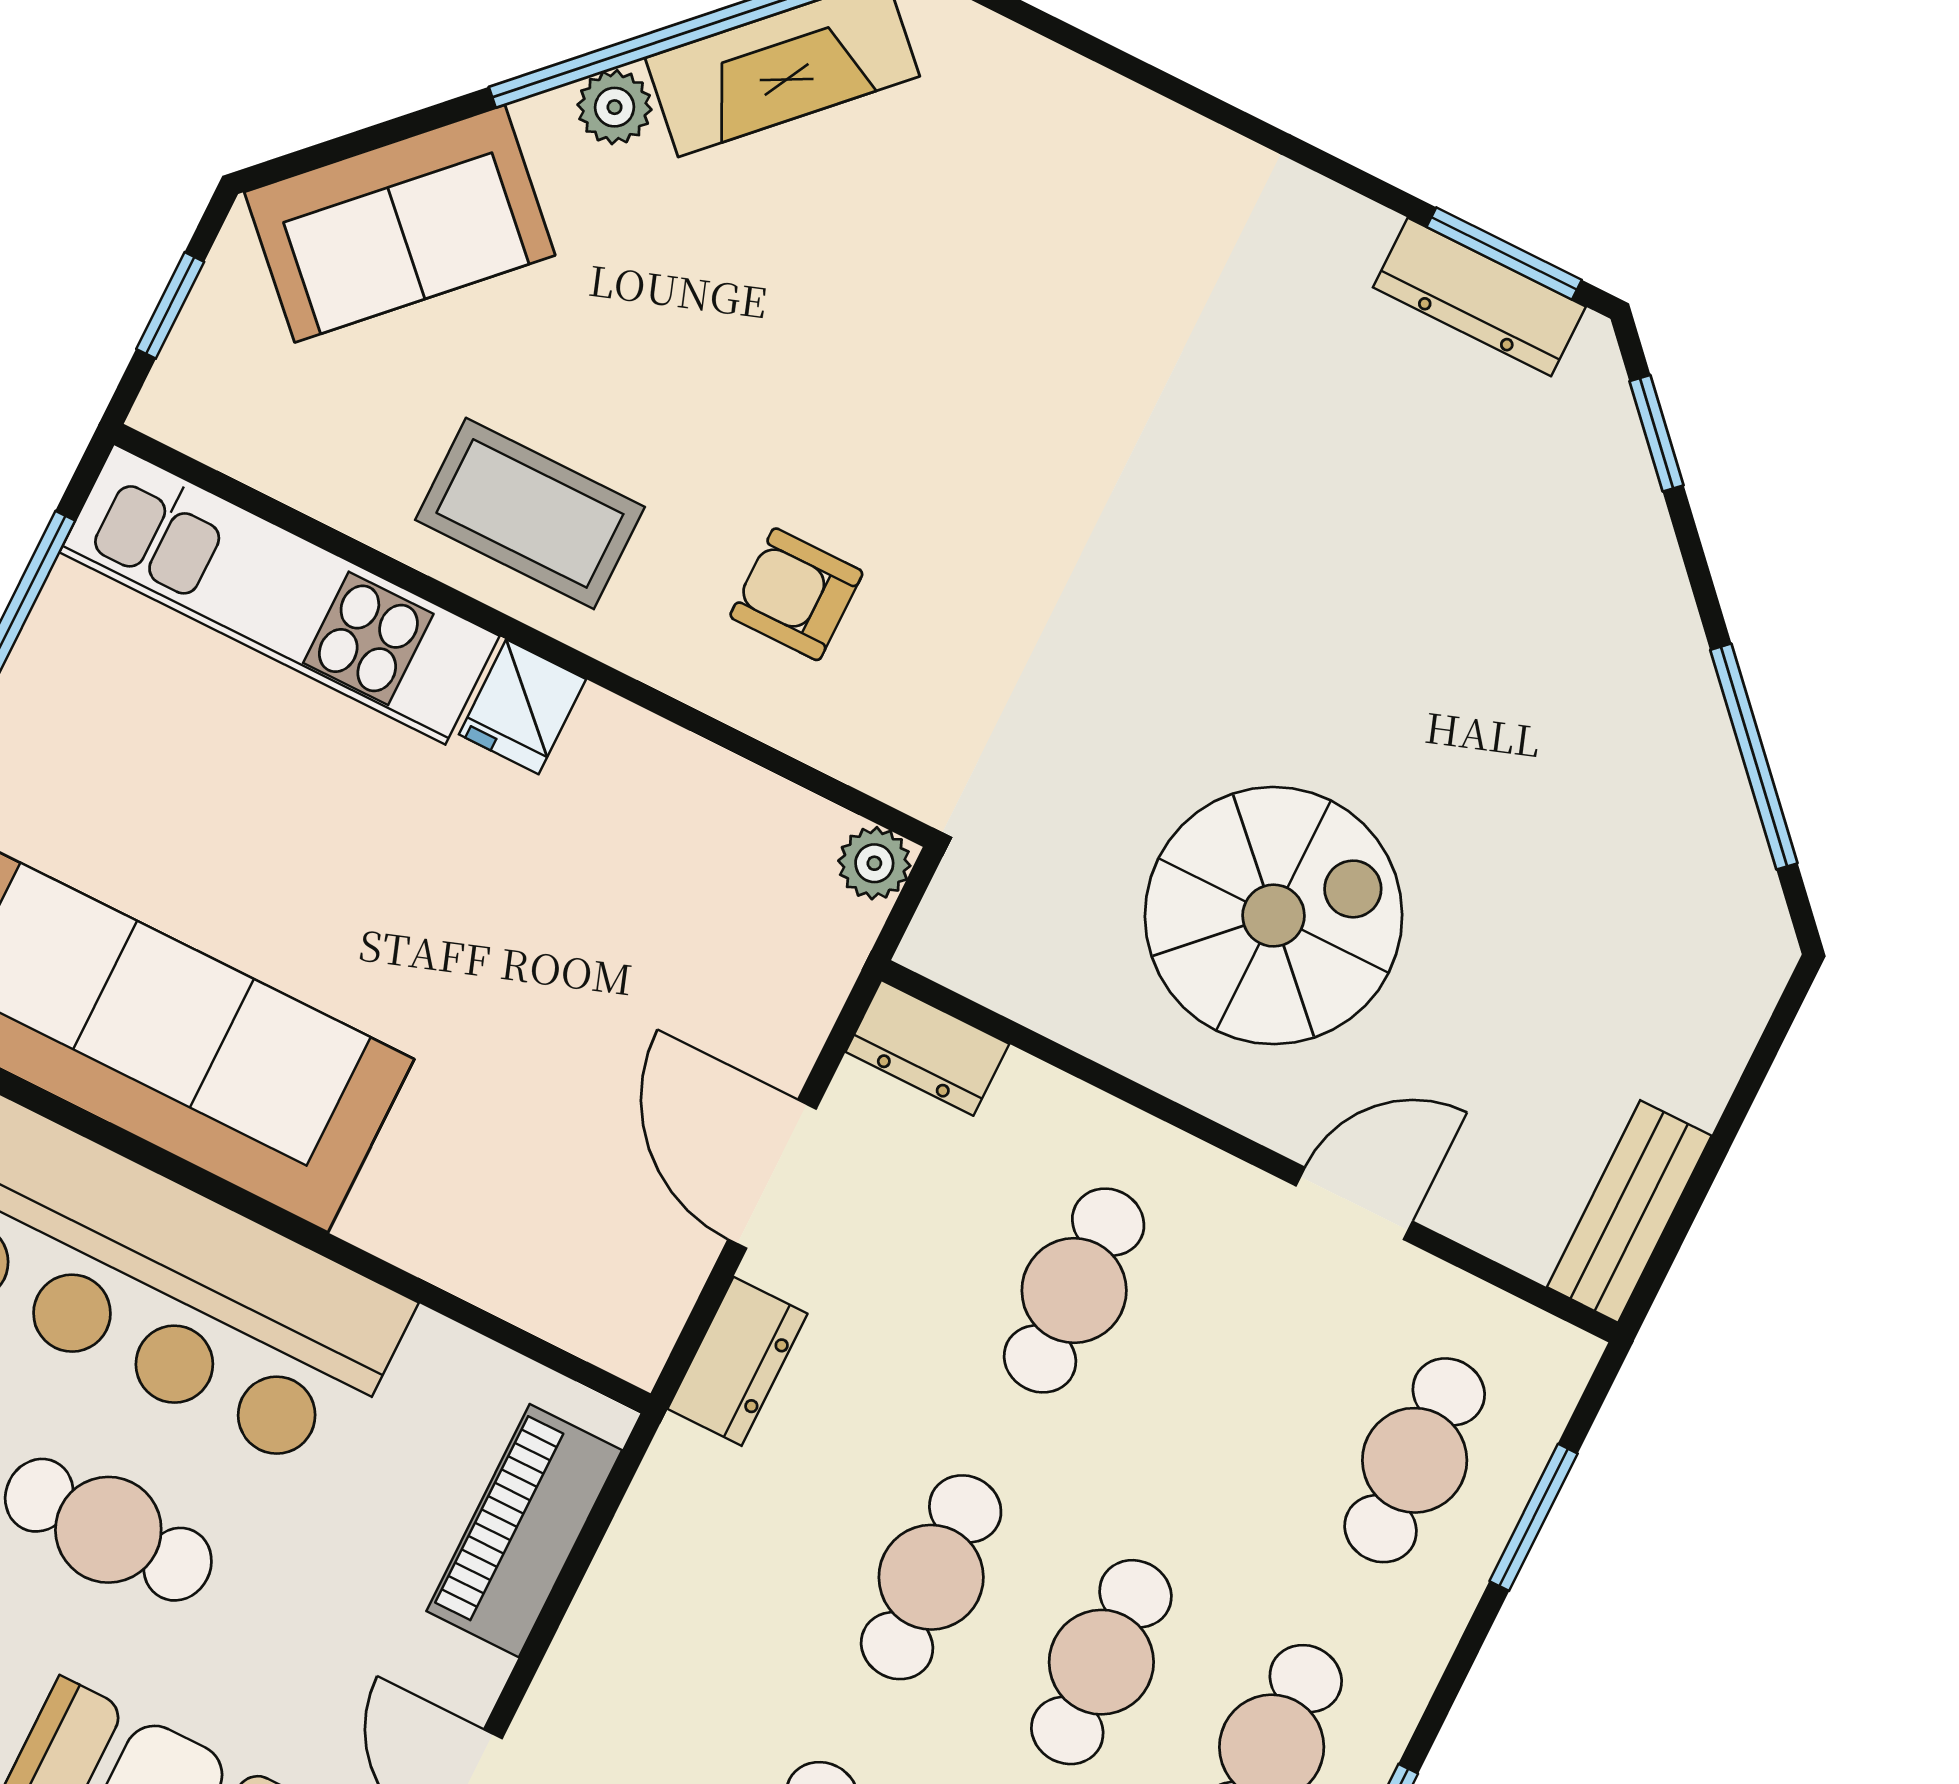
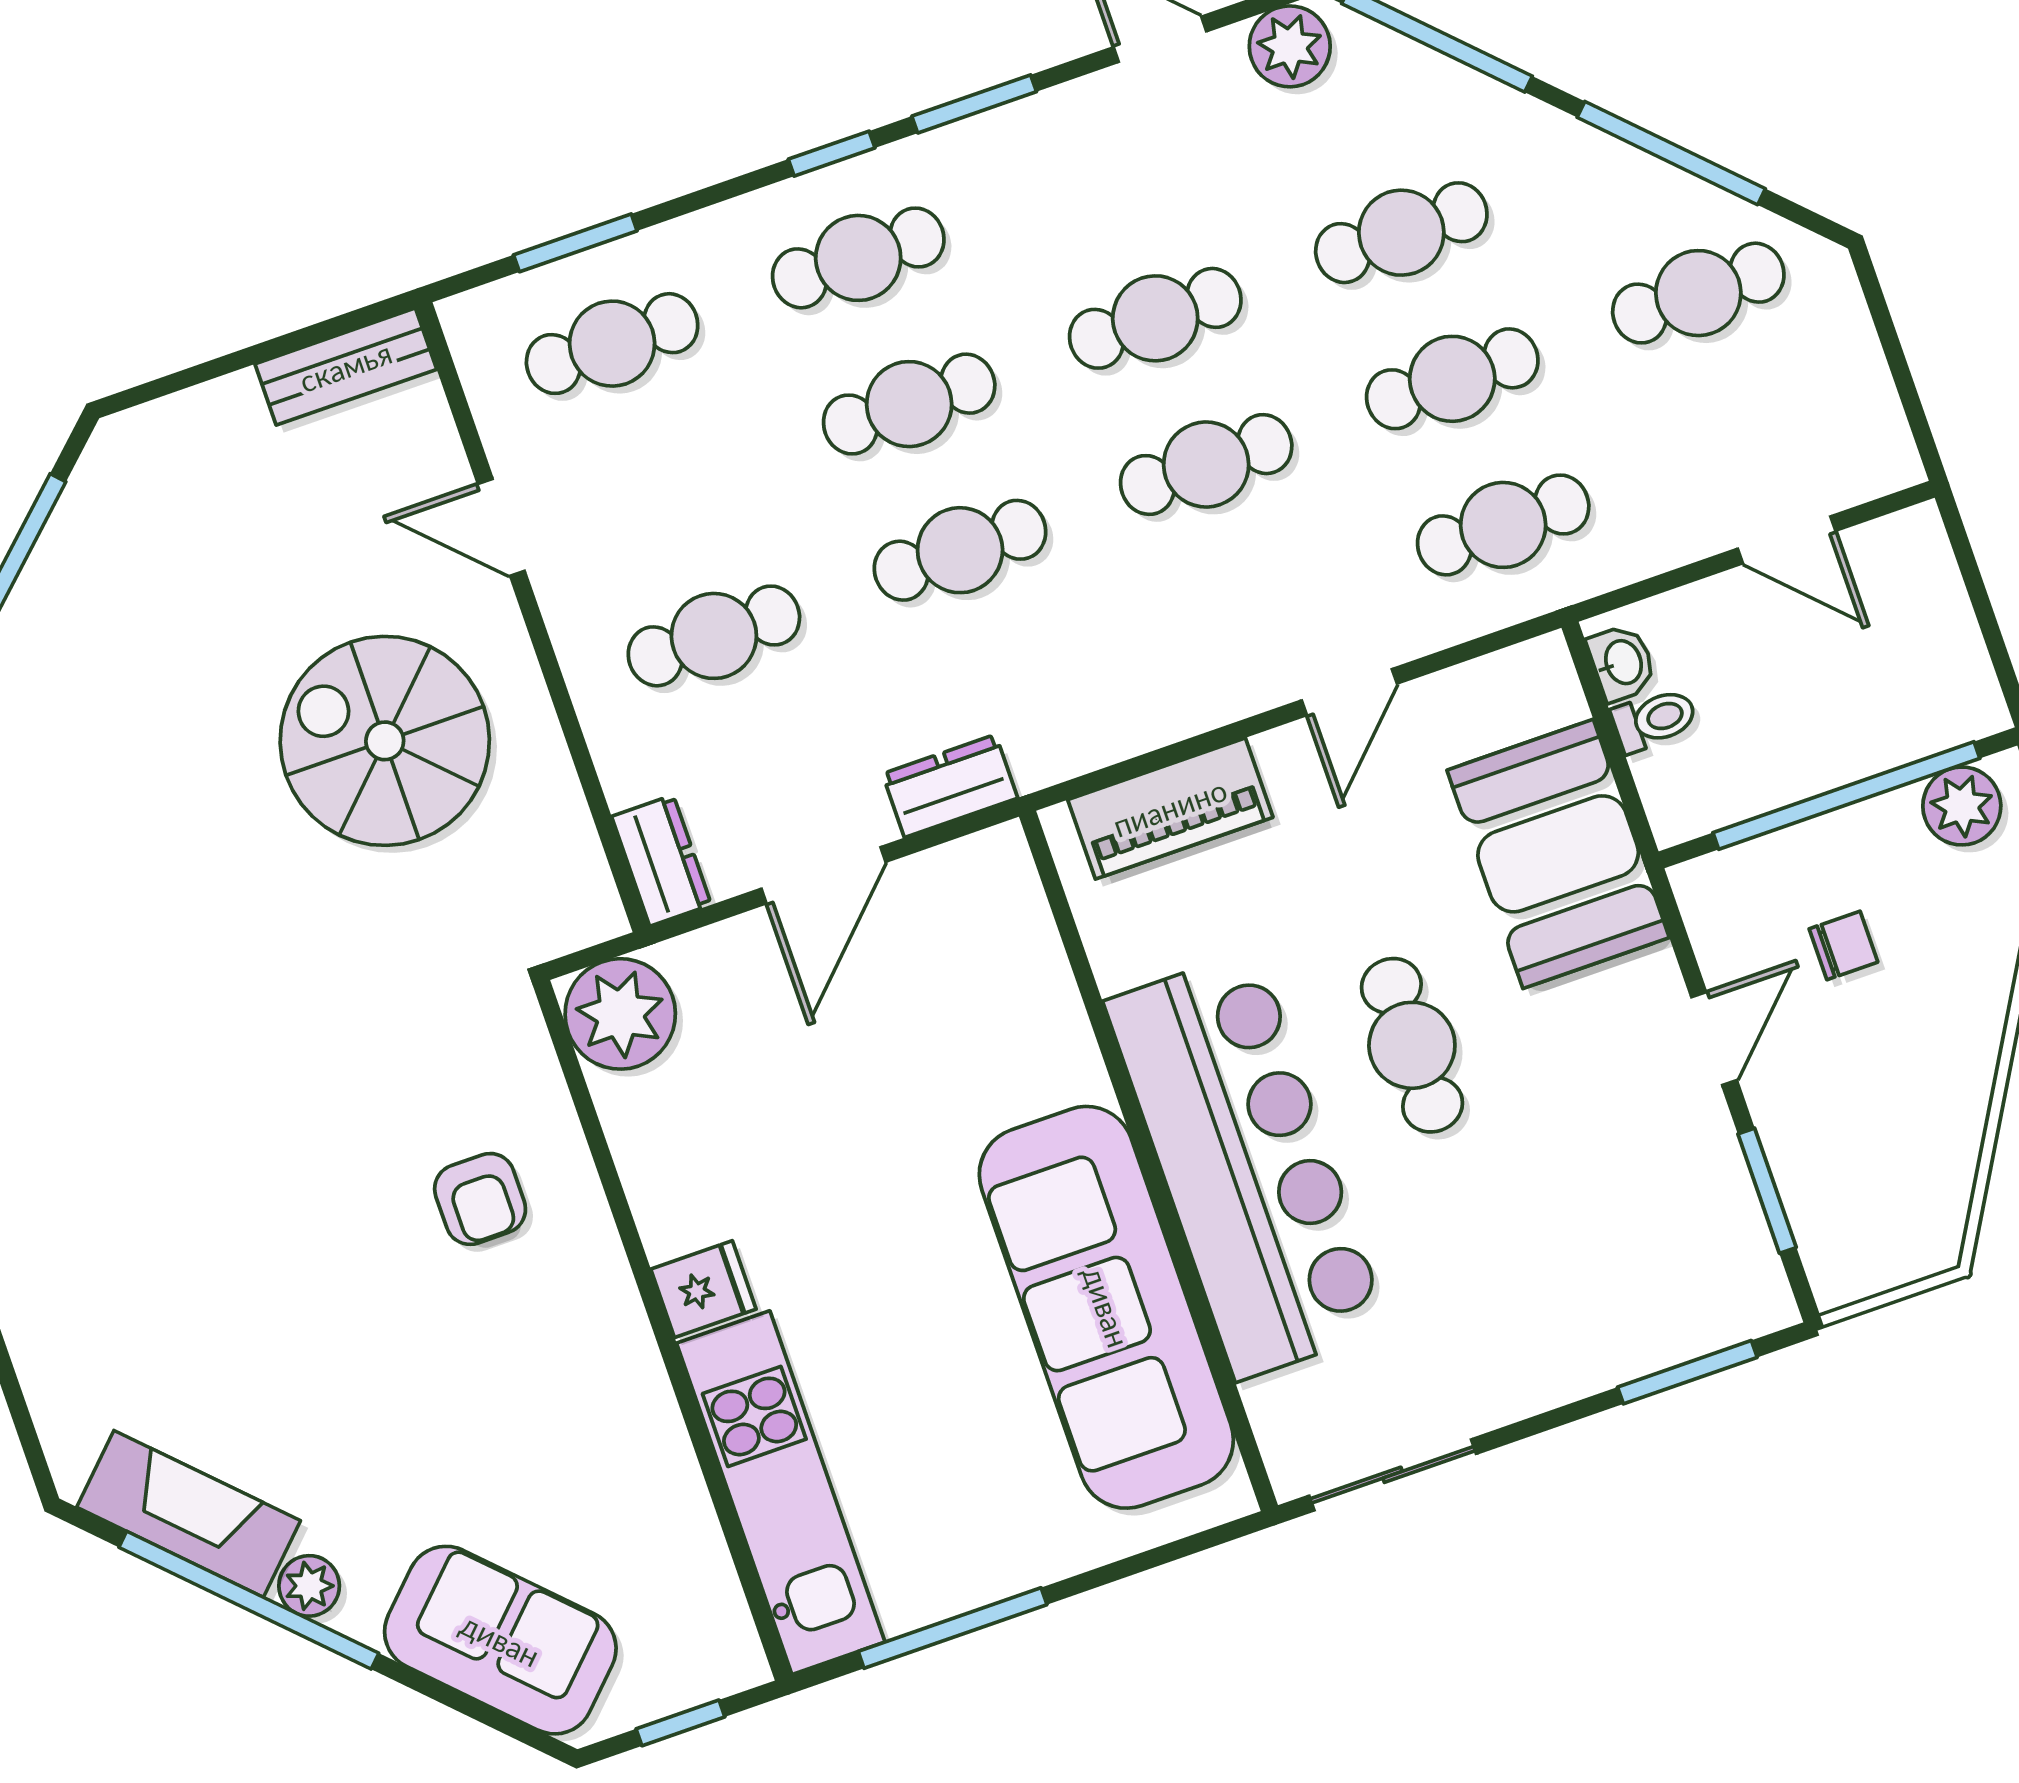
coffee table: (530, 513) -> (589, 1397), removed
plant: (874, 863) -> (620, 1014), width x1.87, depth x1.87

